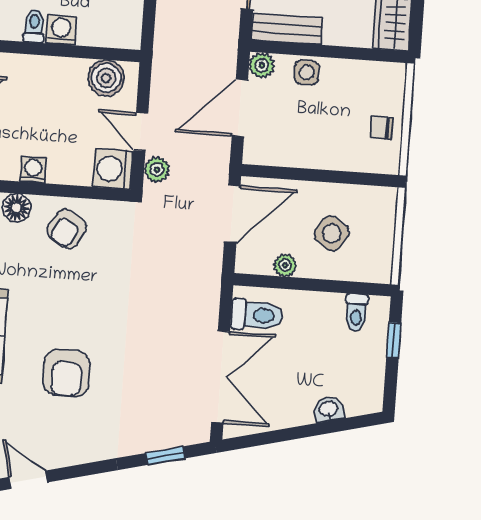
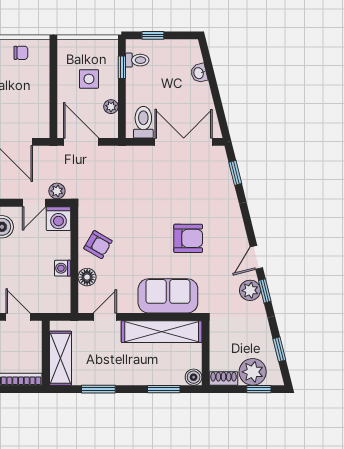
chair: (381, 128) -> (21, 53), turned -90
side table: (332, 233) -> (89, 79), turned -35
window: (347, 287) -> (122, 67), added

